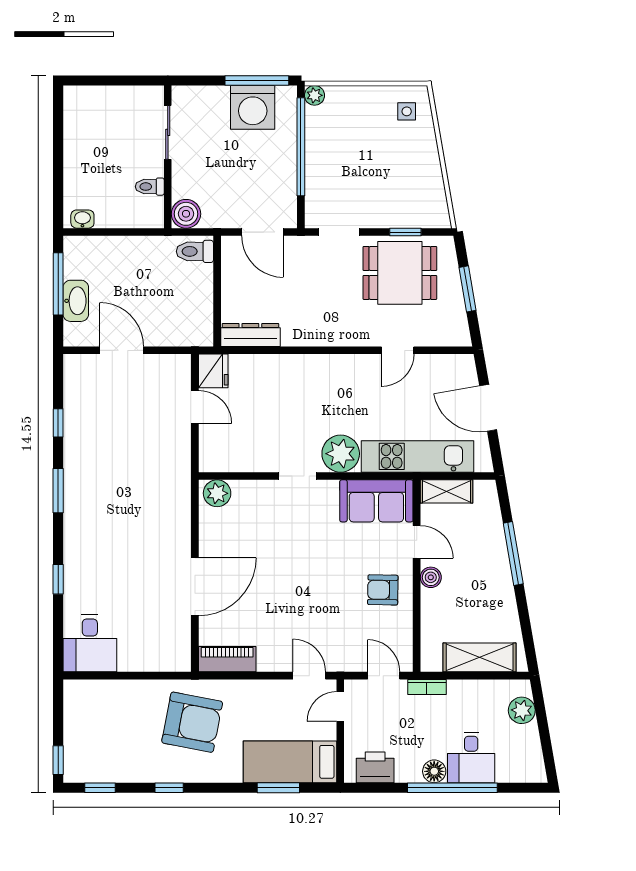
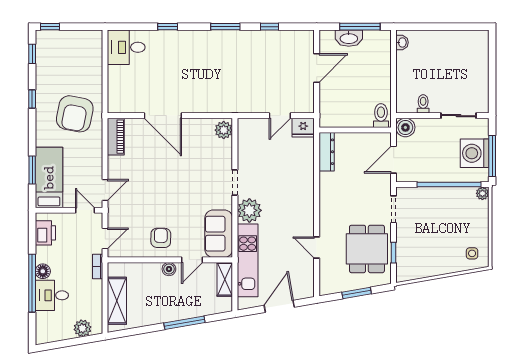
sliding door: (168, 132) -> (458, 116), moved
wall: (168, 157) -> (442, 116), moved
toilet: (150, 187) -> (423, 104), moved
boiler: (186, 214) -> (405, 127), moved

